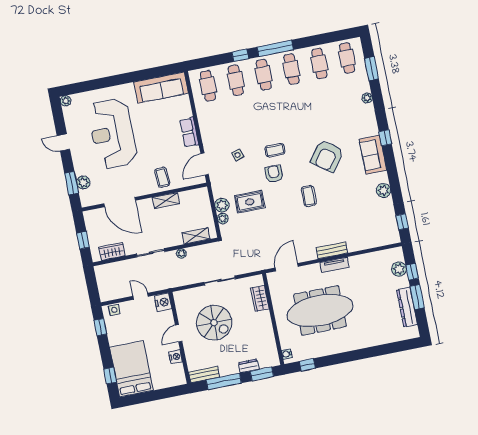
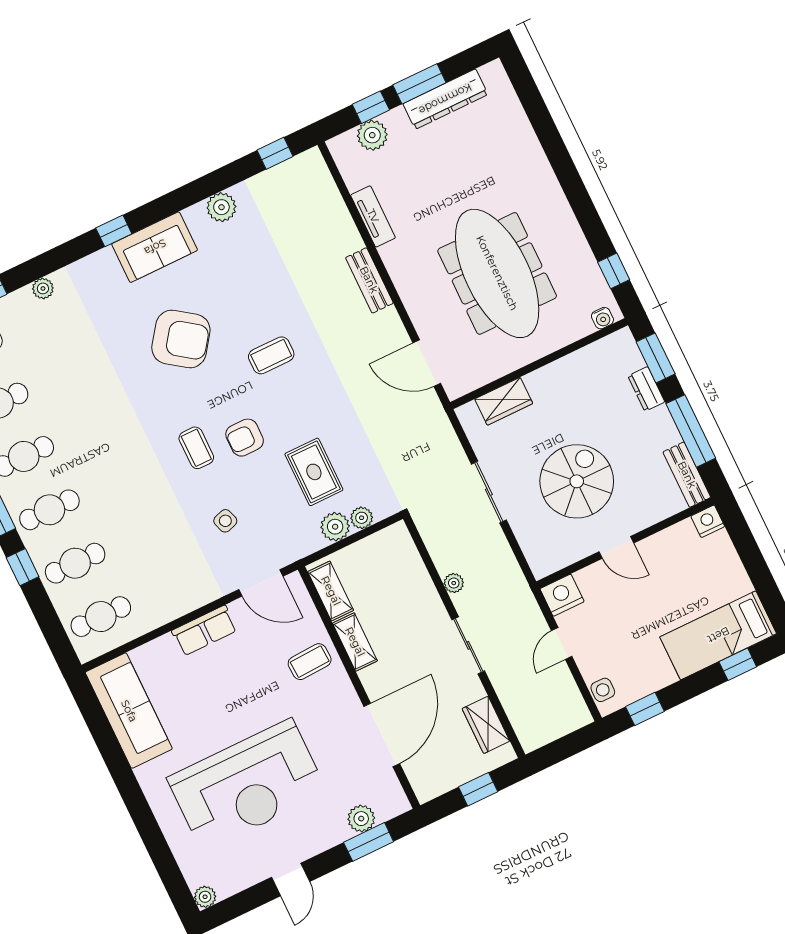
shelving: (196, 236) -> (331, 591), moved
tv unit: (335, 265) -> (373, 216), moved
nightstand: (176, 357) -> (708, 521), moved
bed: (131, 369) -> (718, 635), width x0.67

